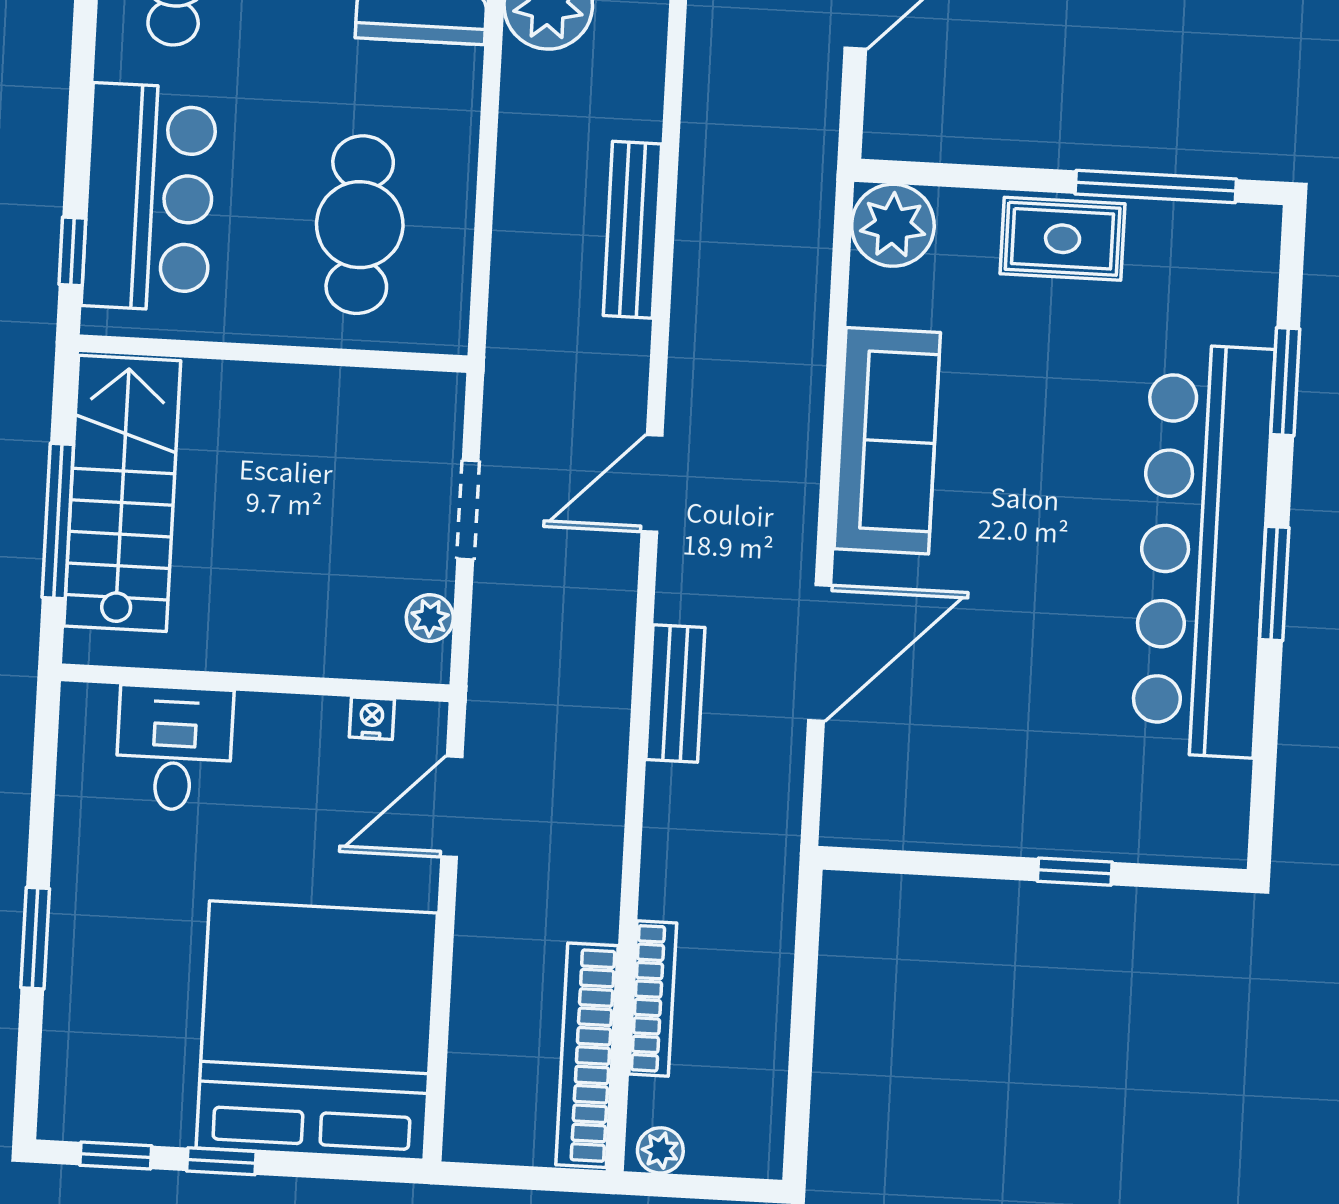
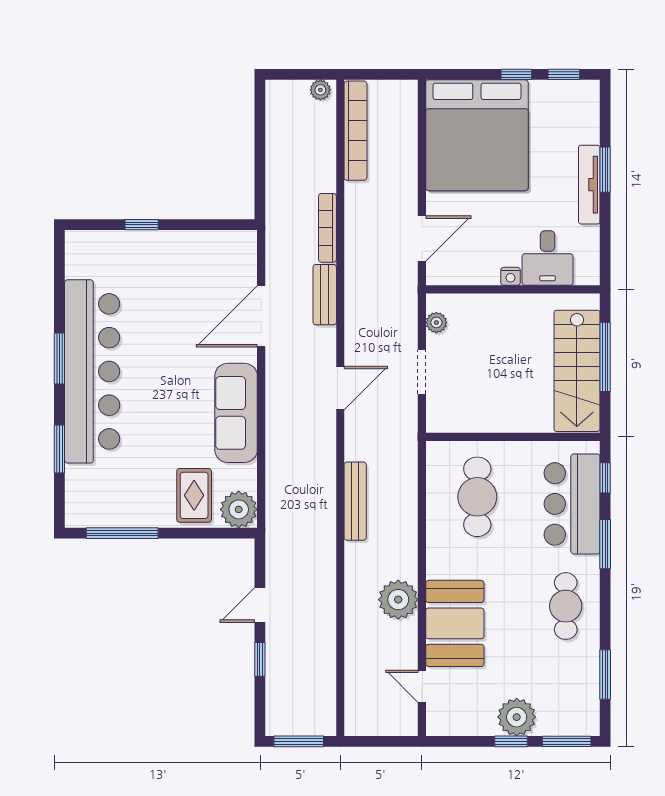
window: (80, 104) -> (605, 544), added
rug: (1063, 239) -> (194, 495), moved, turned 90
nightstand: (372, 718) -> (511, 276), moved
tv unit: (73, 907) -> (589, 185), added
bookcase: (653, 999) -> (327, 228), moved

